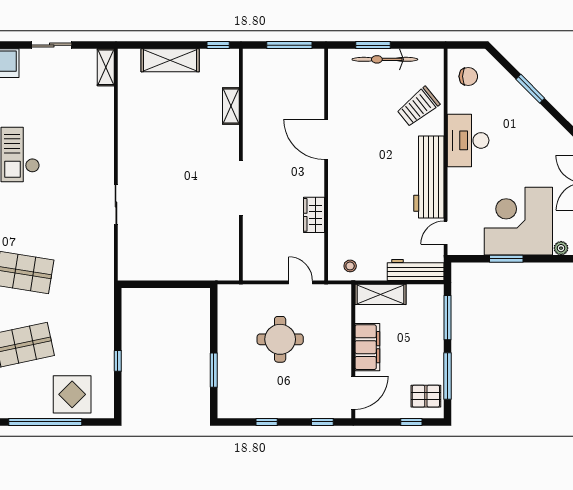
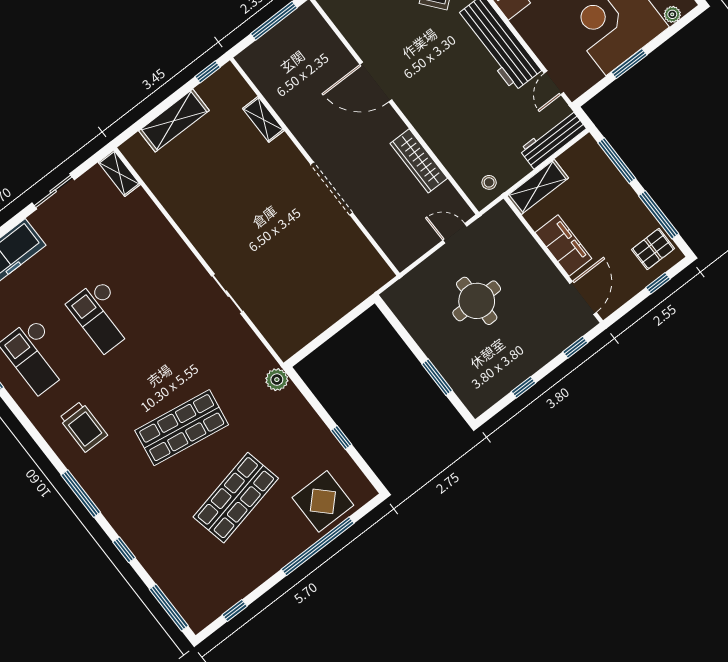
wardrobe: (314, 215) -> (419, 161), width x1.50
plant: (104, 288) -> (277, 380), added

